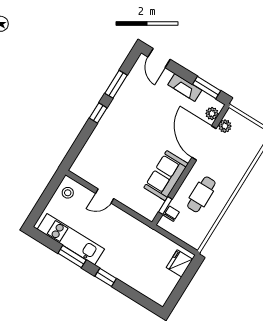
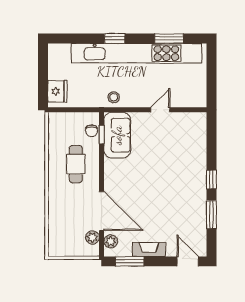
sofa: (166, 176) -> (117, 135), moved
stool: (68, 193) -> (114, 97), moved
kitchen unit: (71, 239) -> (136, 53), width x1.86
window: (72, 257) -> (169, 38), moved

